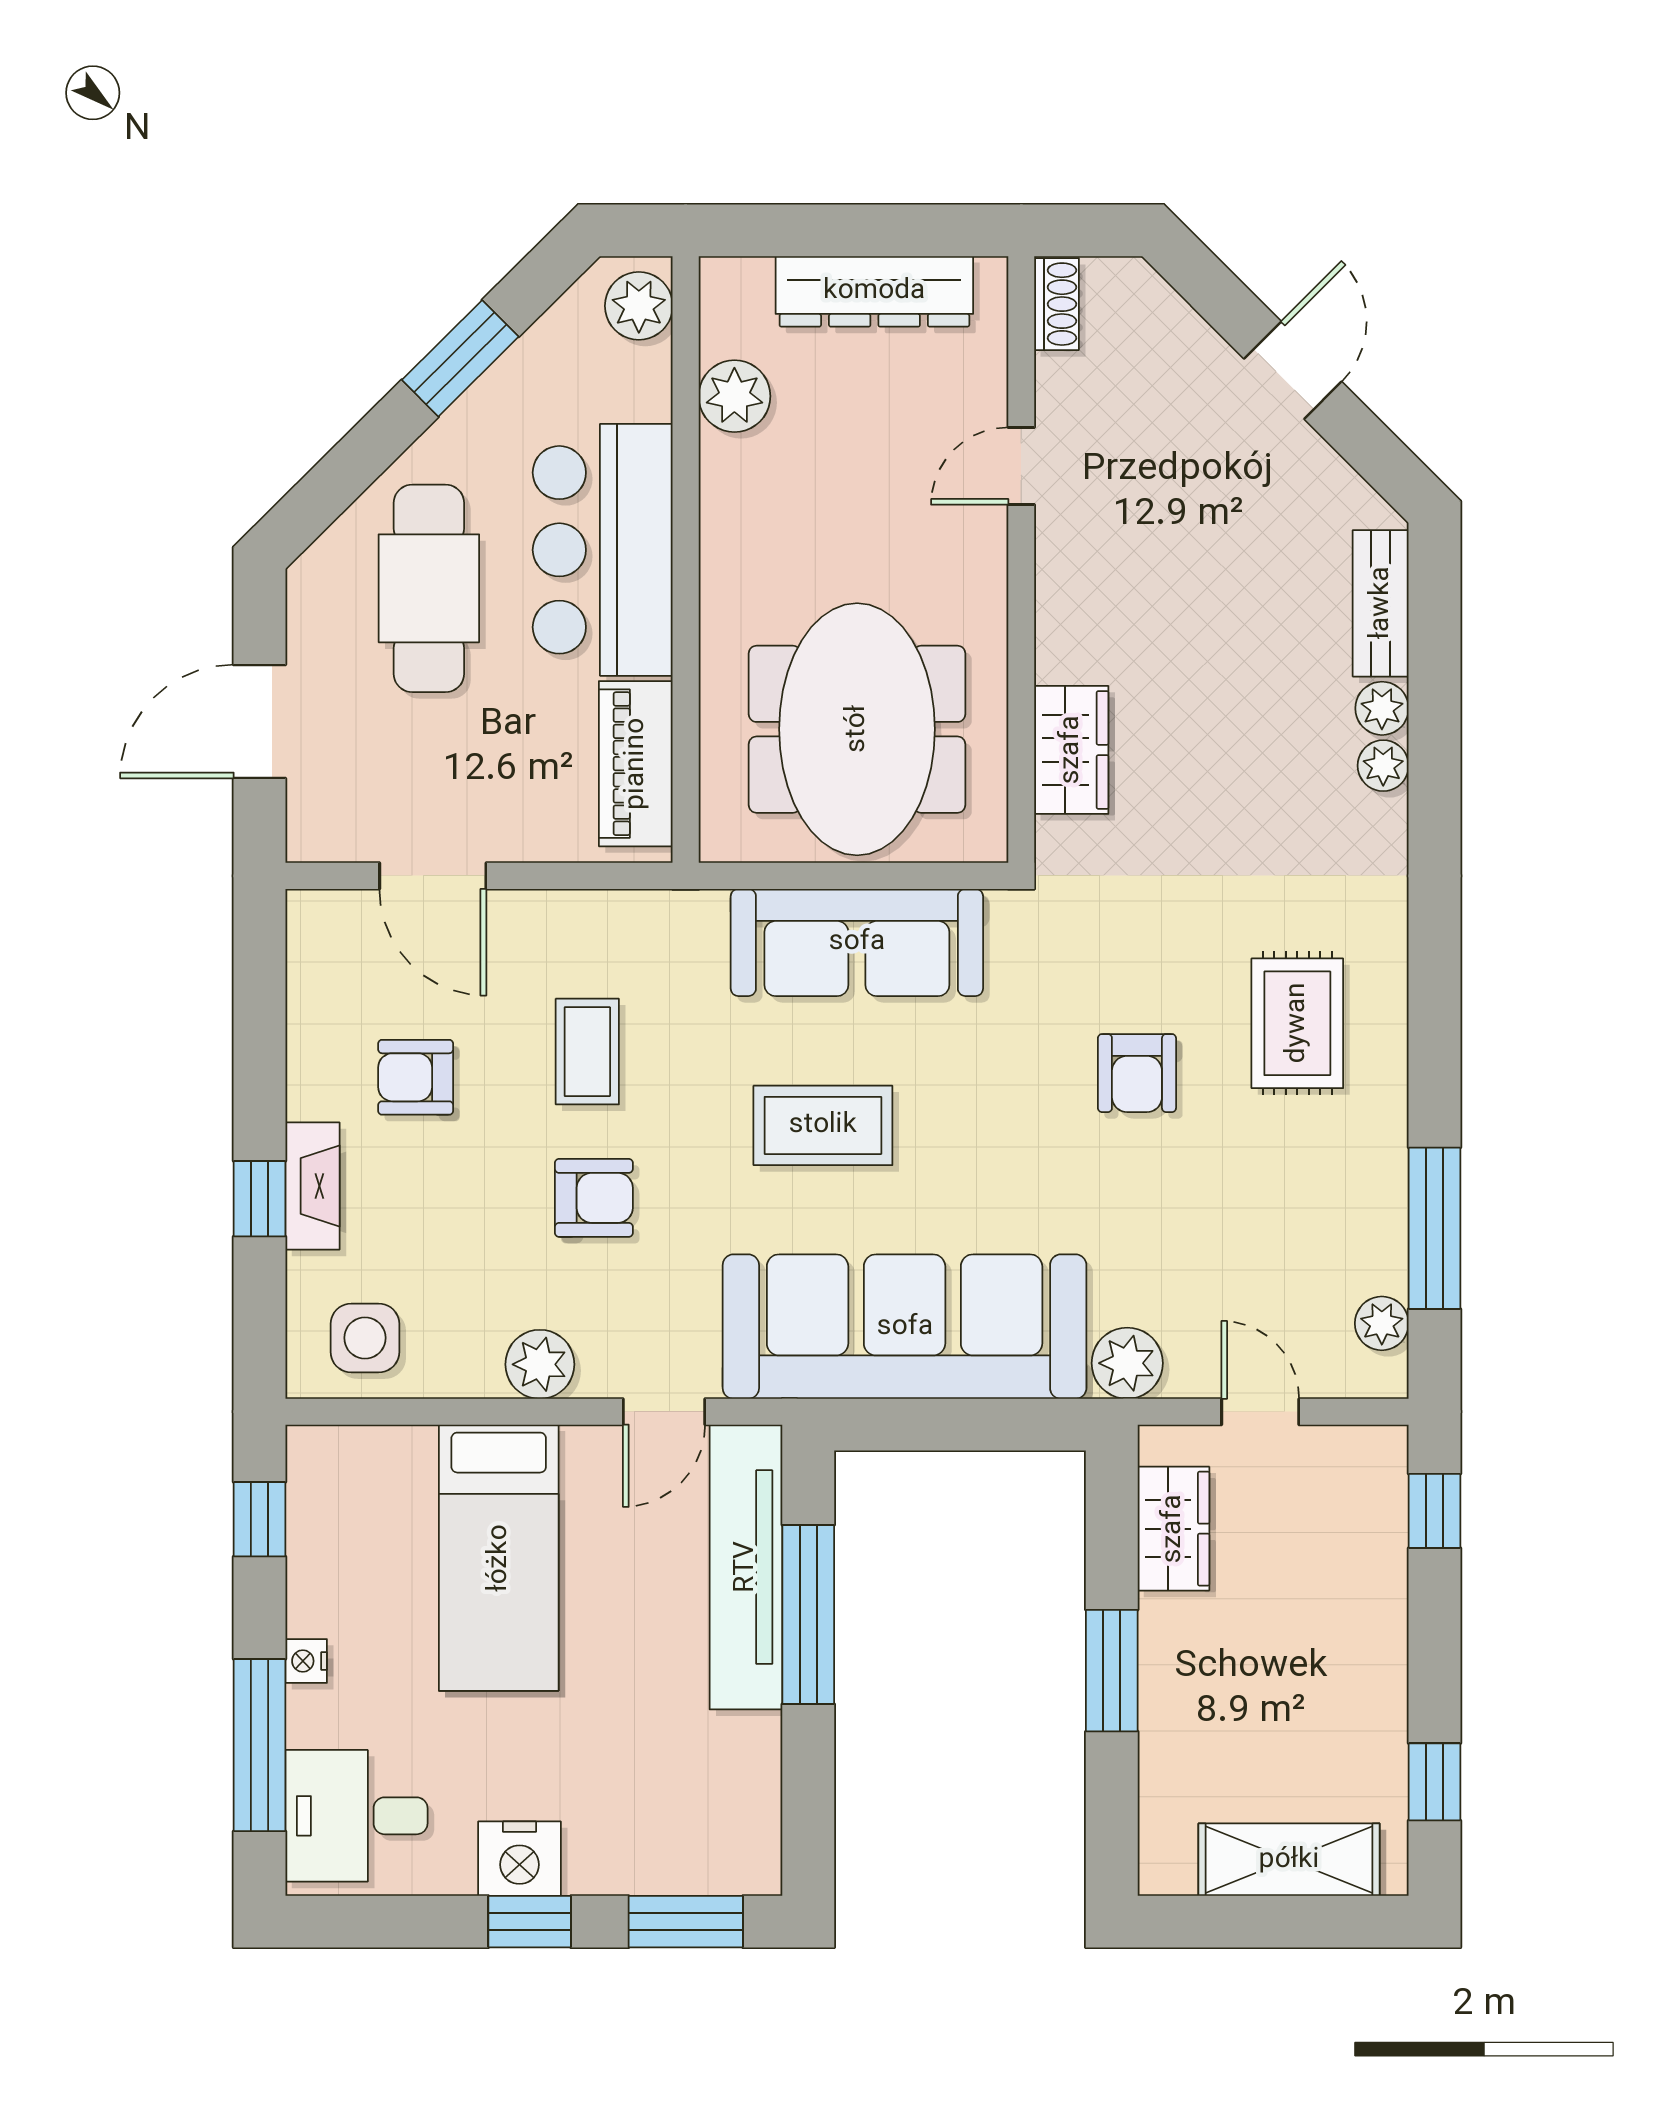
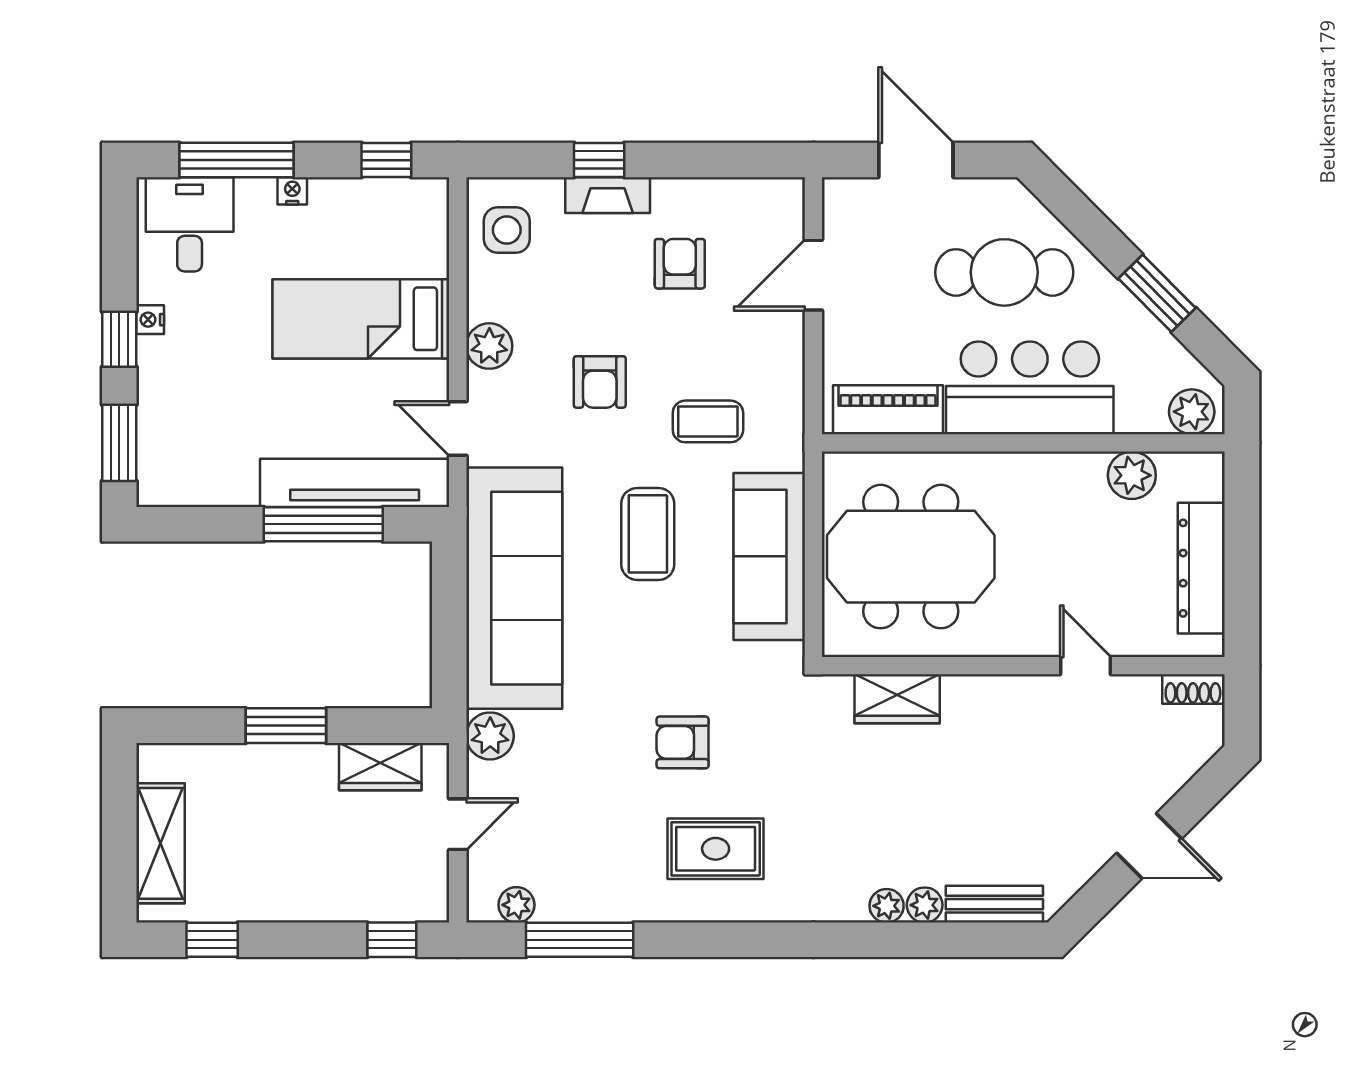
coffee table: (587, 1052) -> (708, 421), moved
nightstand: (520, 1859) -> (150, 320), width x0.53, depth x0.56

